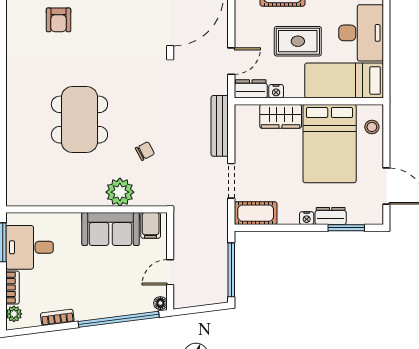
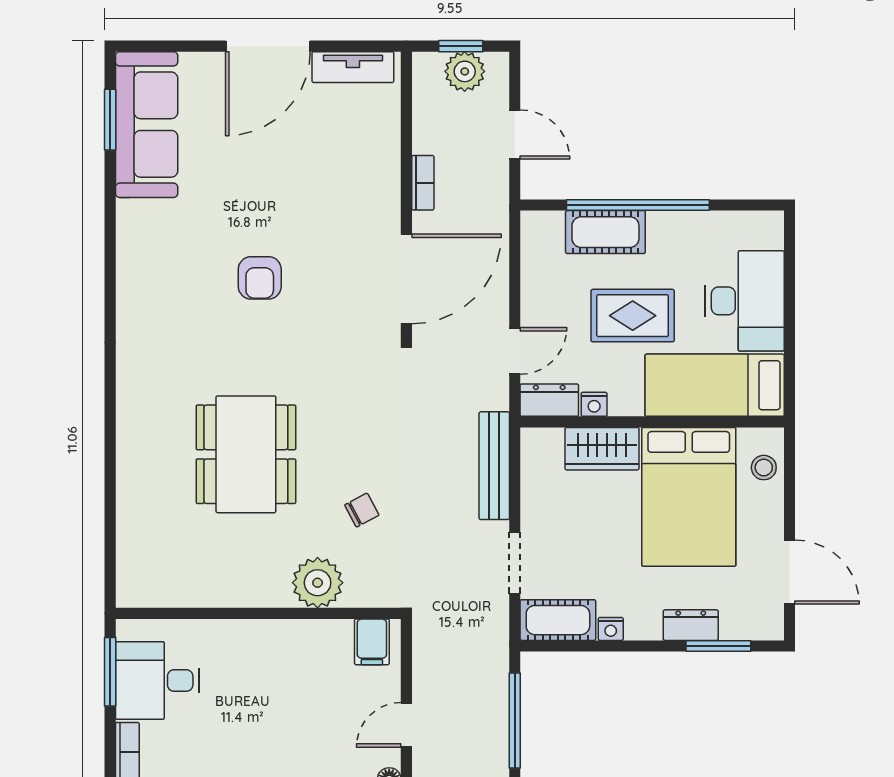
armchair: (59, 20) -> (260, 278), moved
nightstand: (307, 218) -> (611, 629), moved
sofa: (111, 229) -> (301, 648), removed

